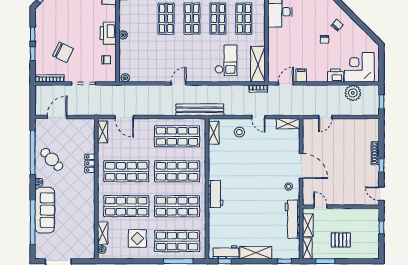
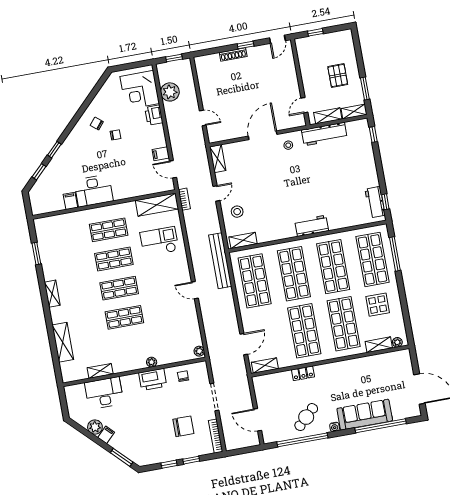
chair: (63, 52) -> (183, 426), turned 64
shelving: (256, 253) -> (369, 169), removed

